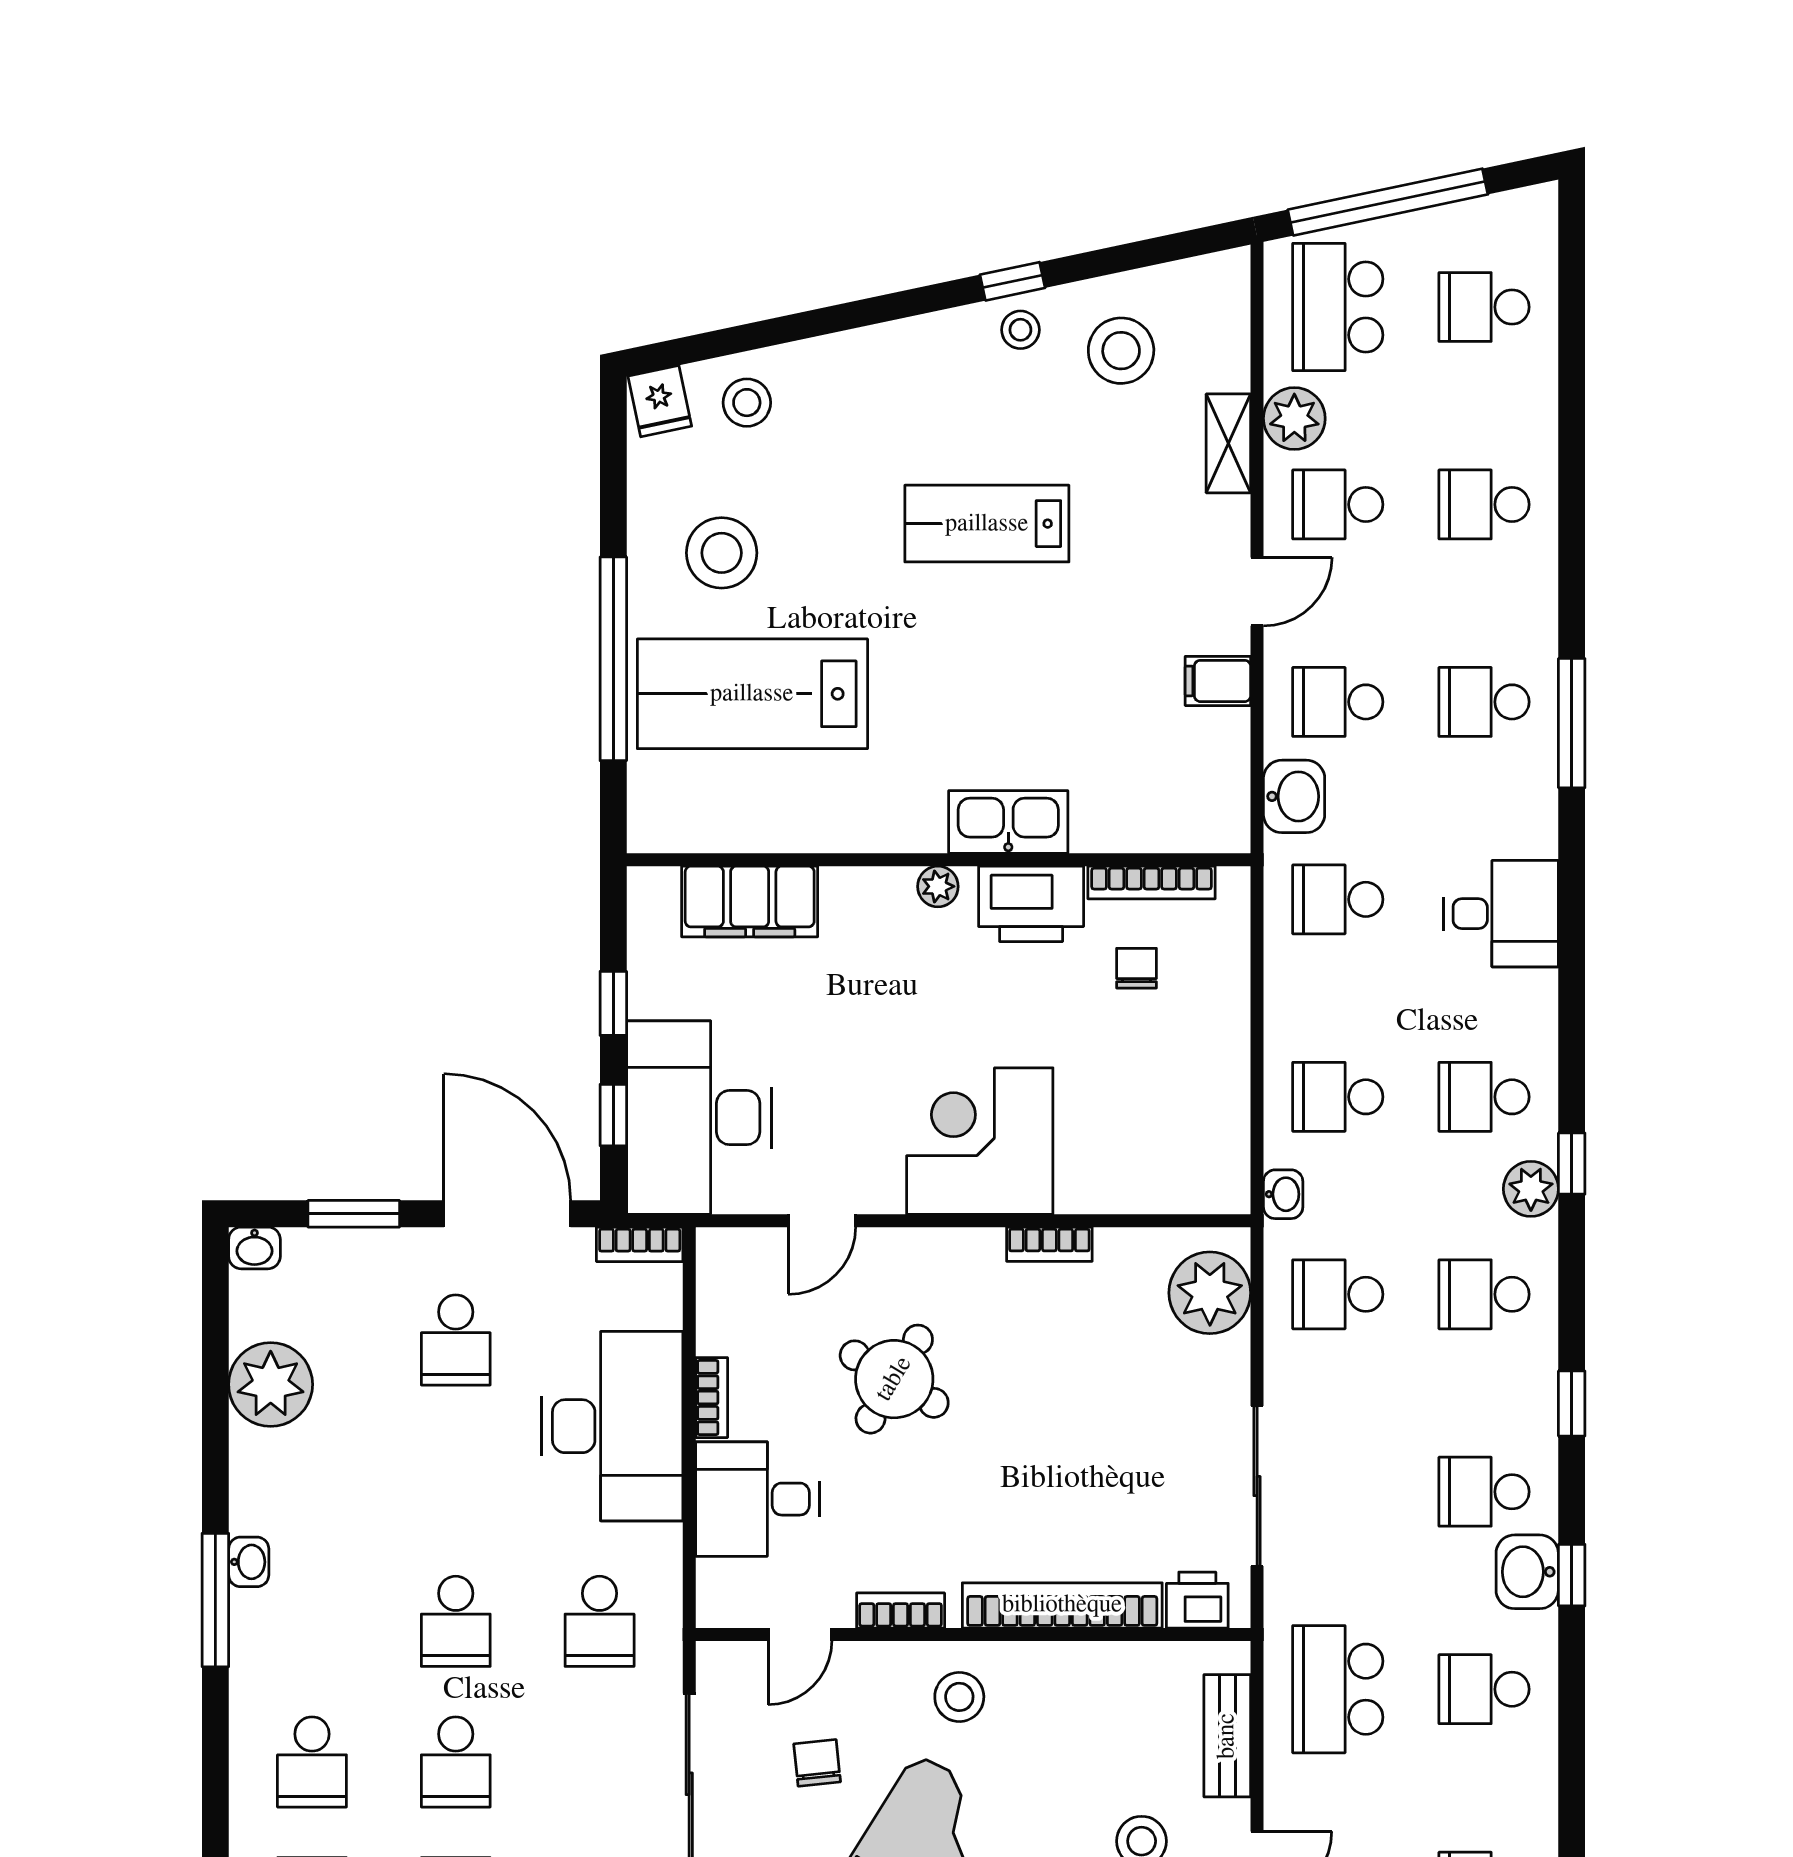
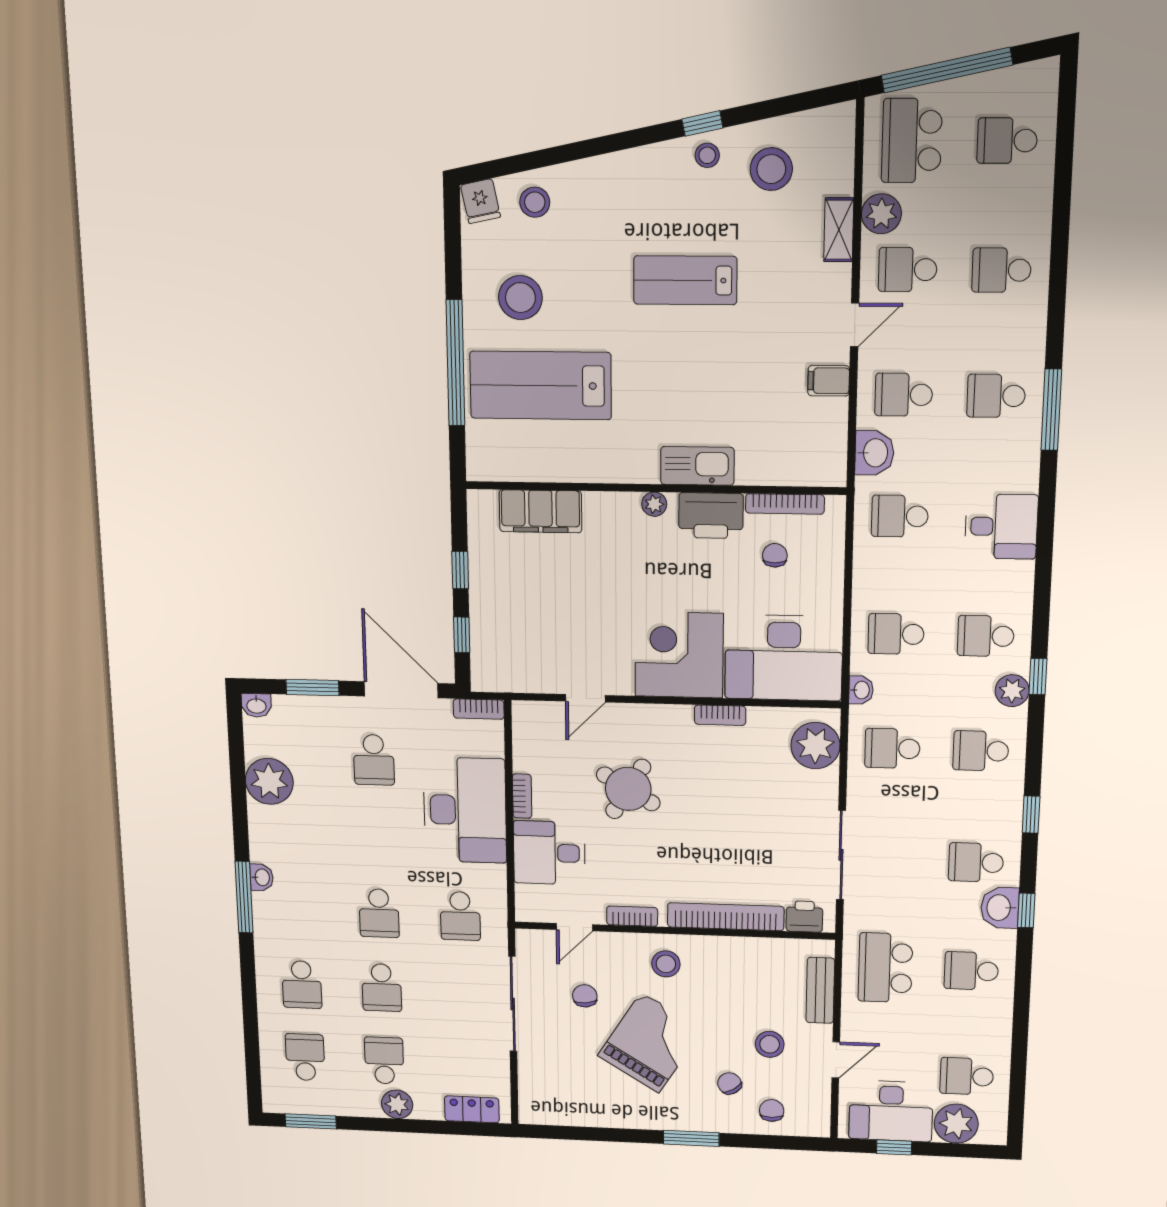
desk: (699, 1118) -> (784, 658), moved, turned -90

